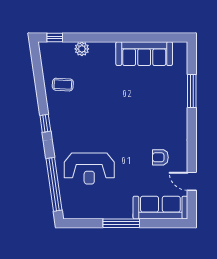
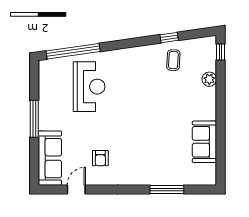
sofa: (144, 54) -> (204, 142), width x0.73
window: (45, 123) -> (169, 38), moved
armchair: (160, 157) -> (100, 158), turned 180
reception desk: (89, 168) -> (89, 87), turned 180

